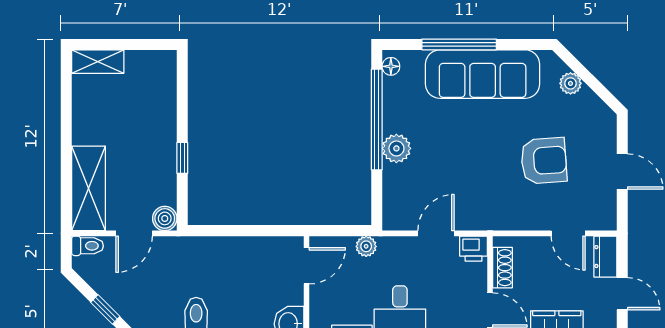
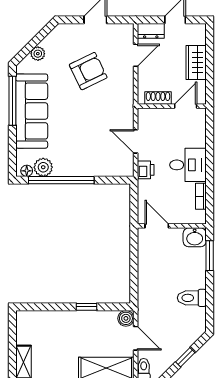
window: (459, 44) -> (12, 101), moved
plant: (396, 148) -> (43, 167), moved
armchair: (544, 161) -> (88, 71), turned 68
plant: (366, 246) -> (144, 187), removed
printer: (473, 249) -> (146, 170), moved

